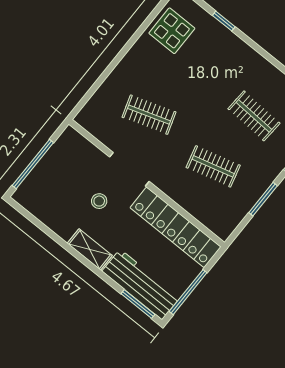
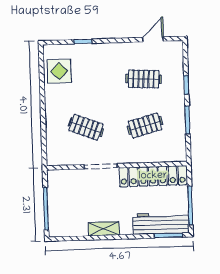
clothes rail: (149, 115) -> (86, 127), turned 39
stool: (99, 201) -> (99, 198), removed
shelving: (90, 249) -> (104, 229), moved

